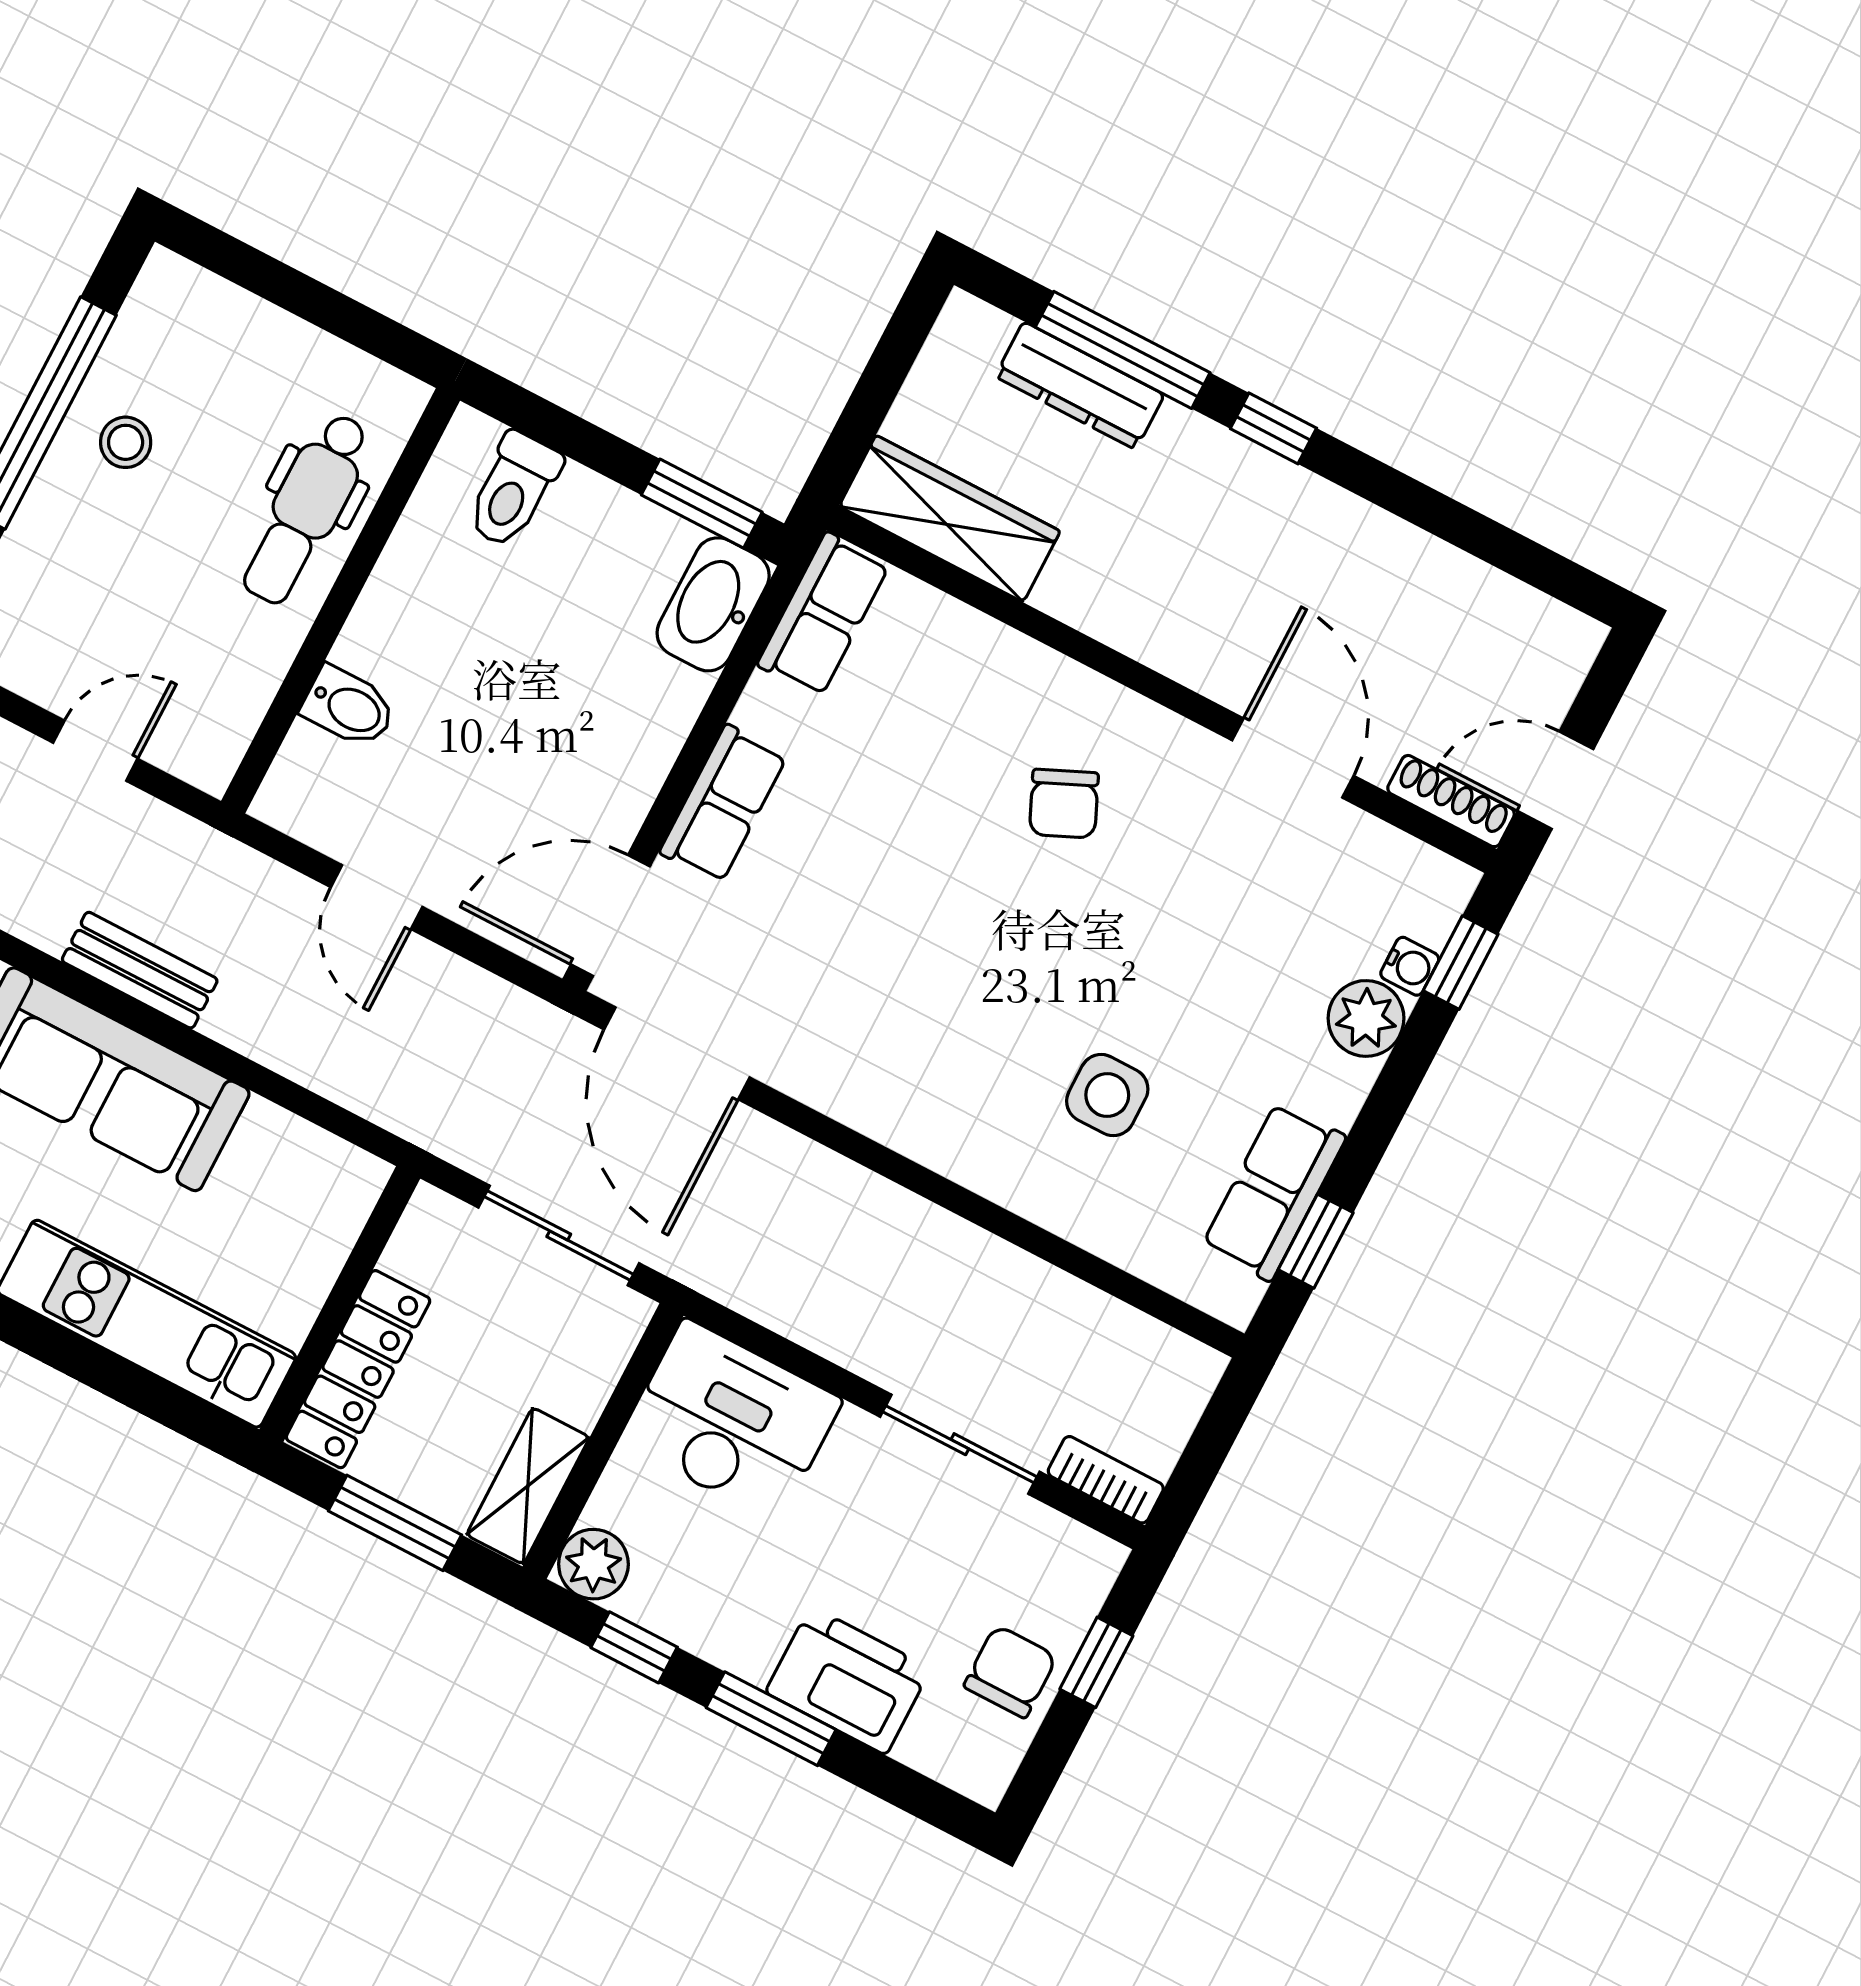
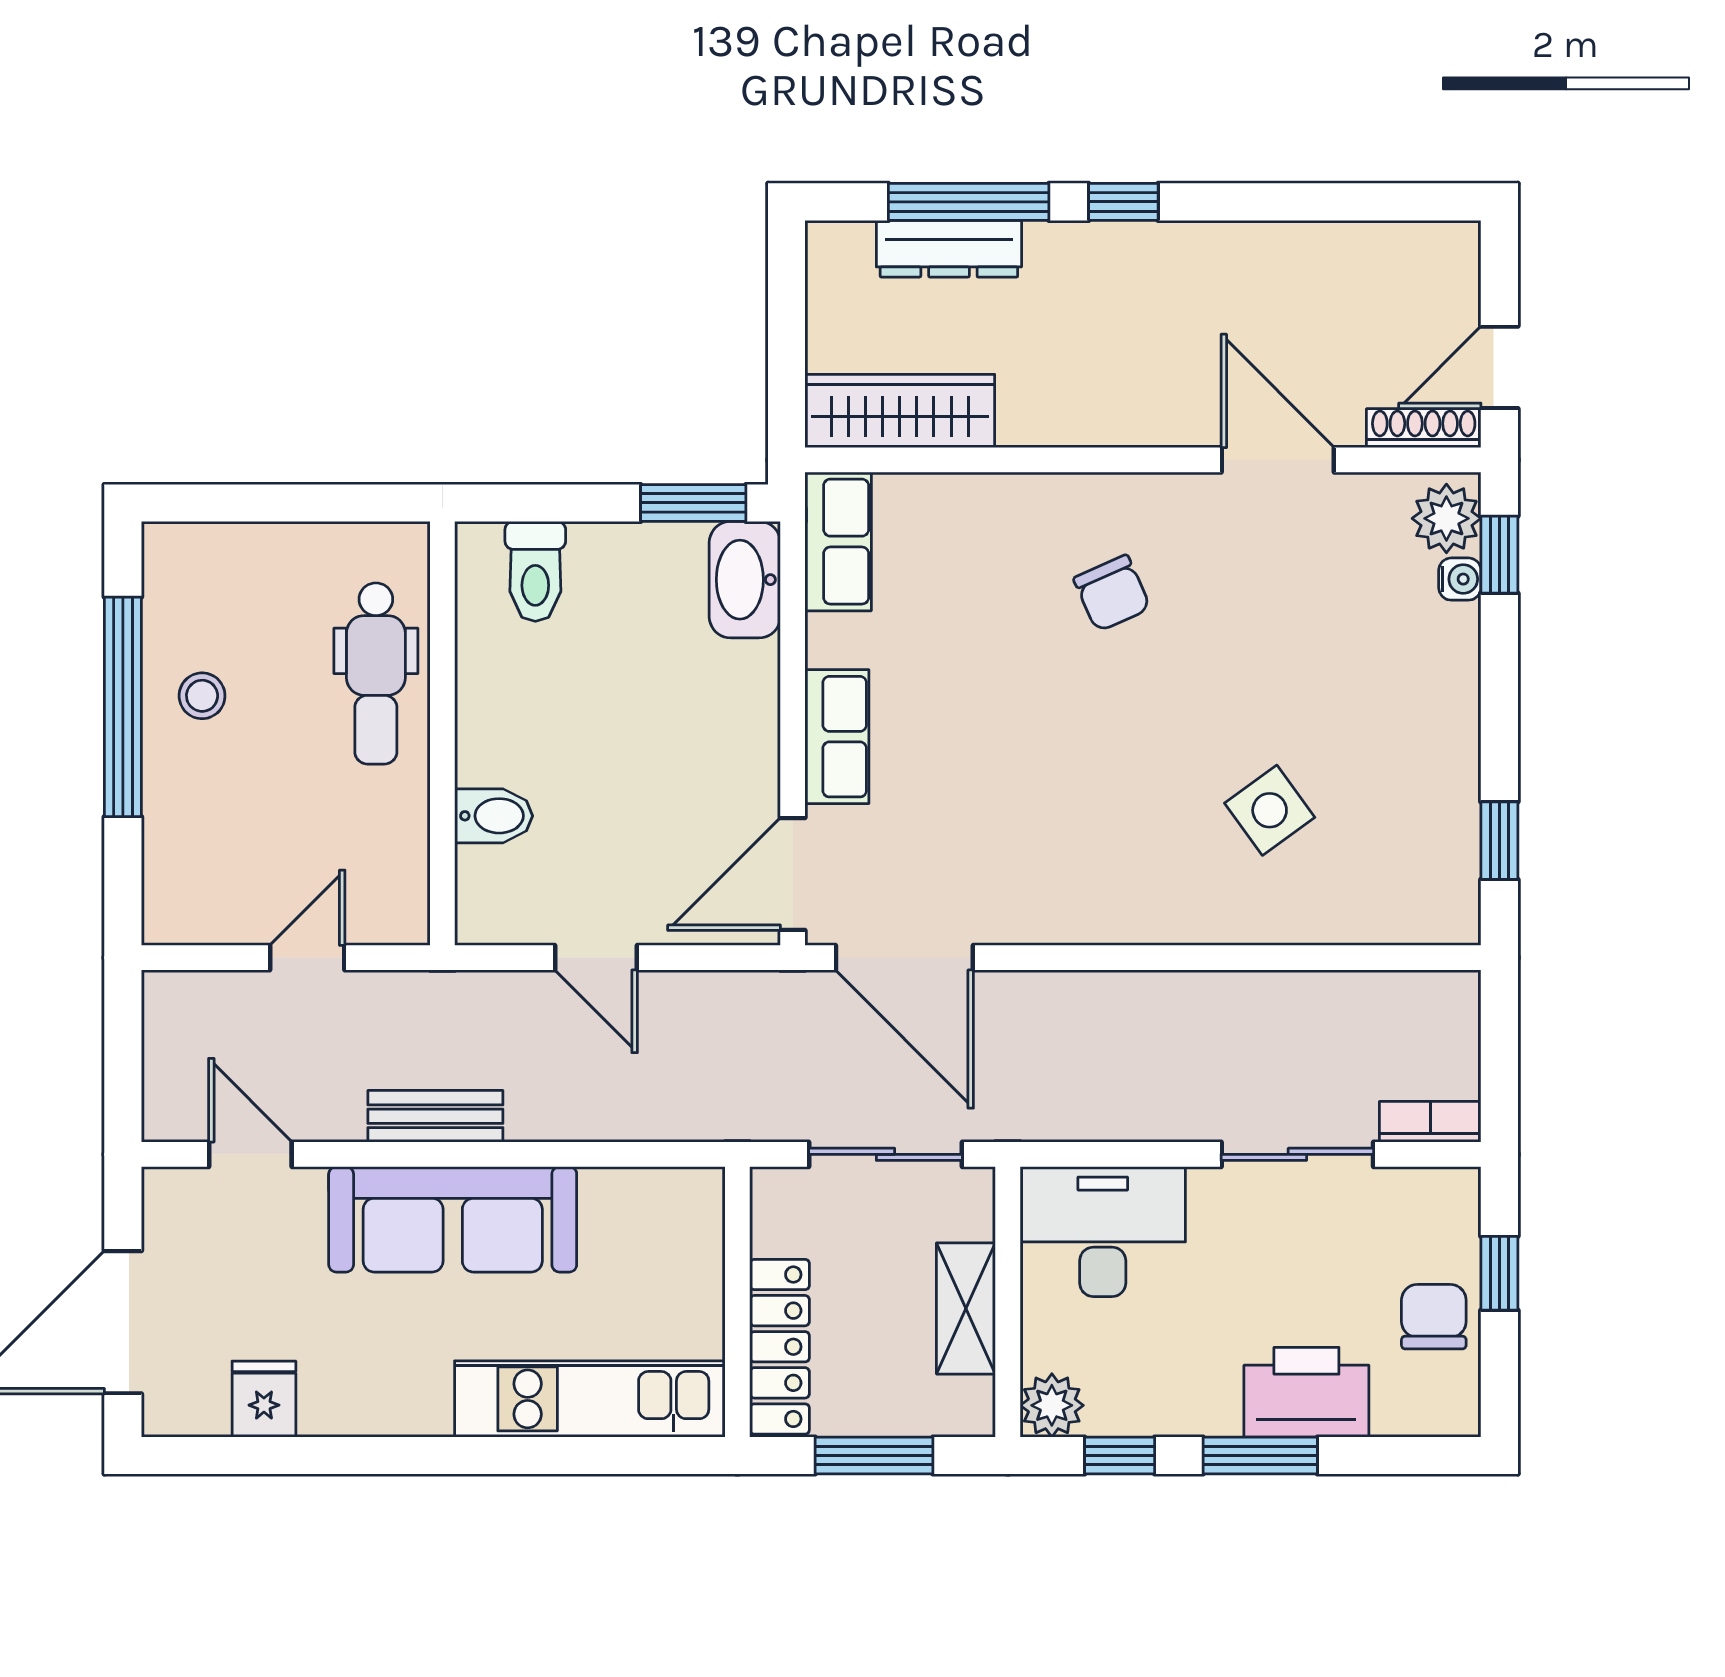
plant: (1366, 1018) -> (1446, 518), moved
side table: (1107, 1095) -> (1270, 810), turned -36
row of seats: (1274, 1191) -> (1445, 818), removed
shelving: (528, 1486) -> (966, 1308), moved

